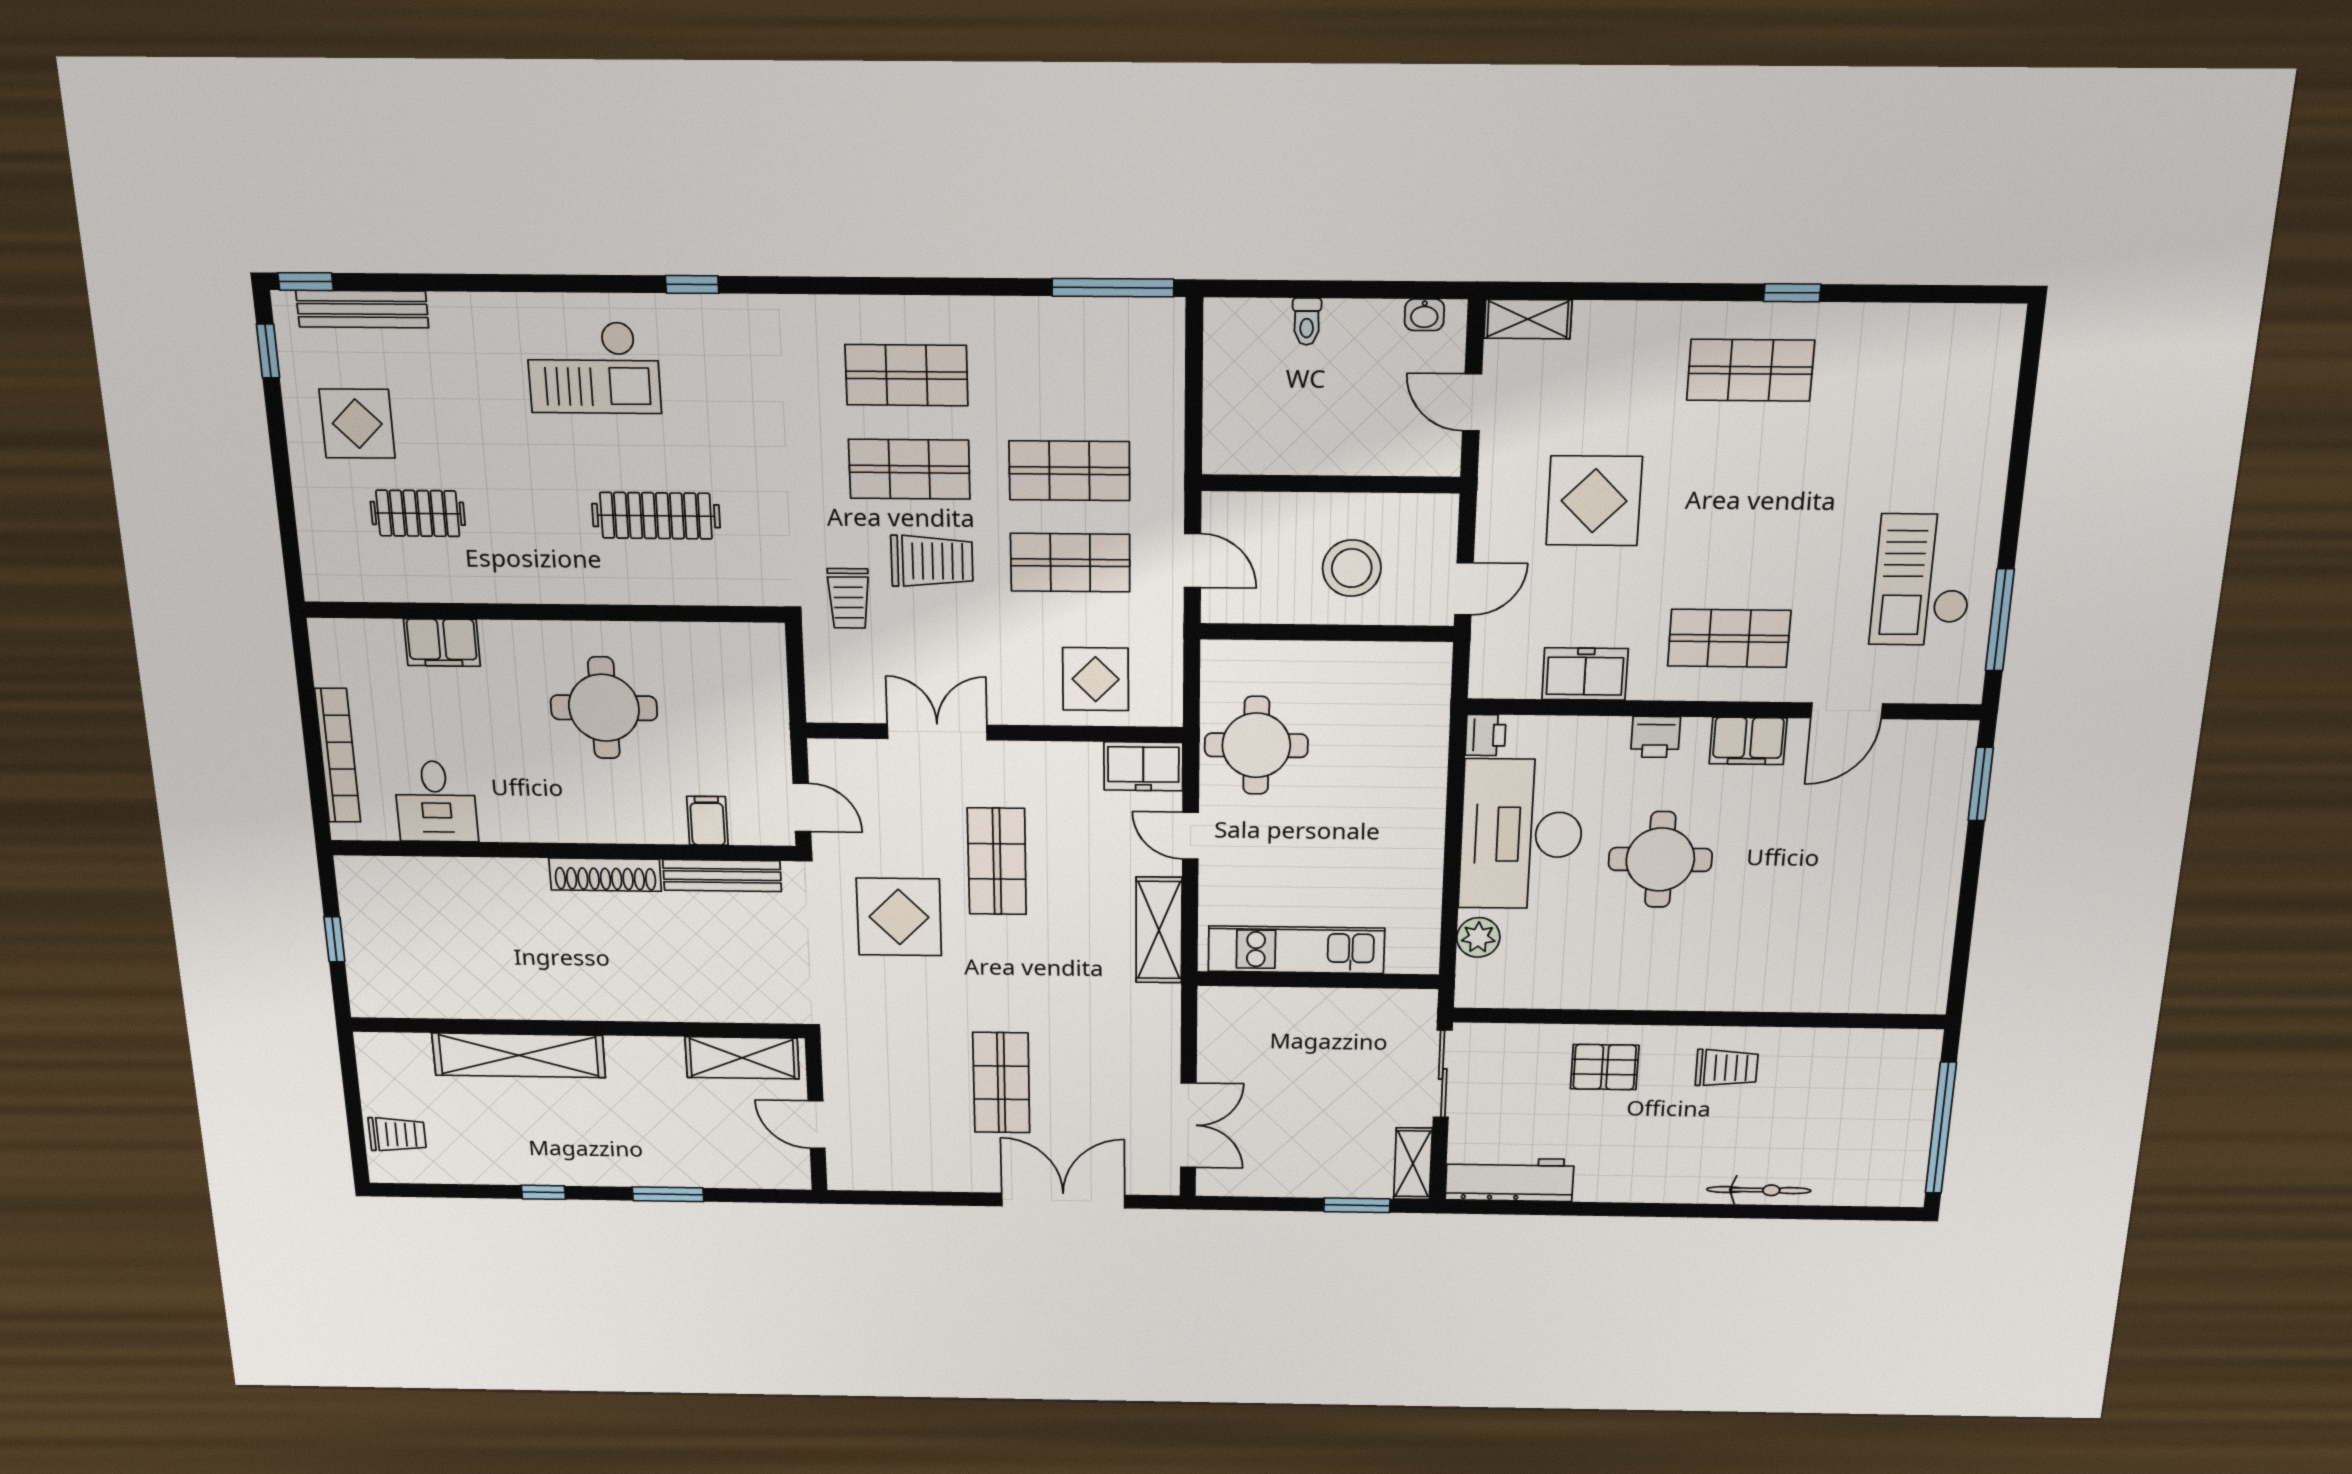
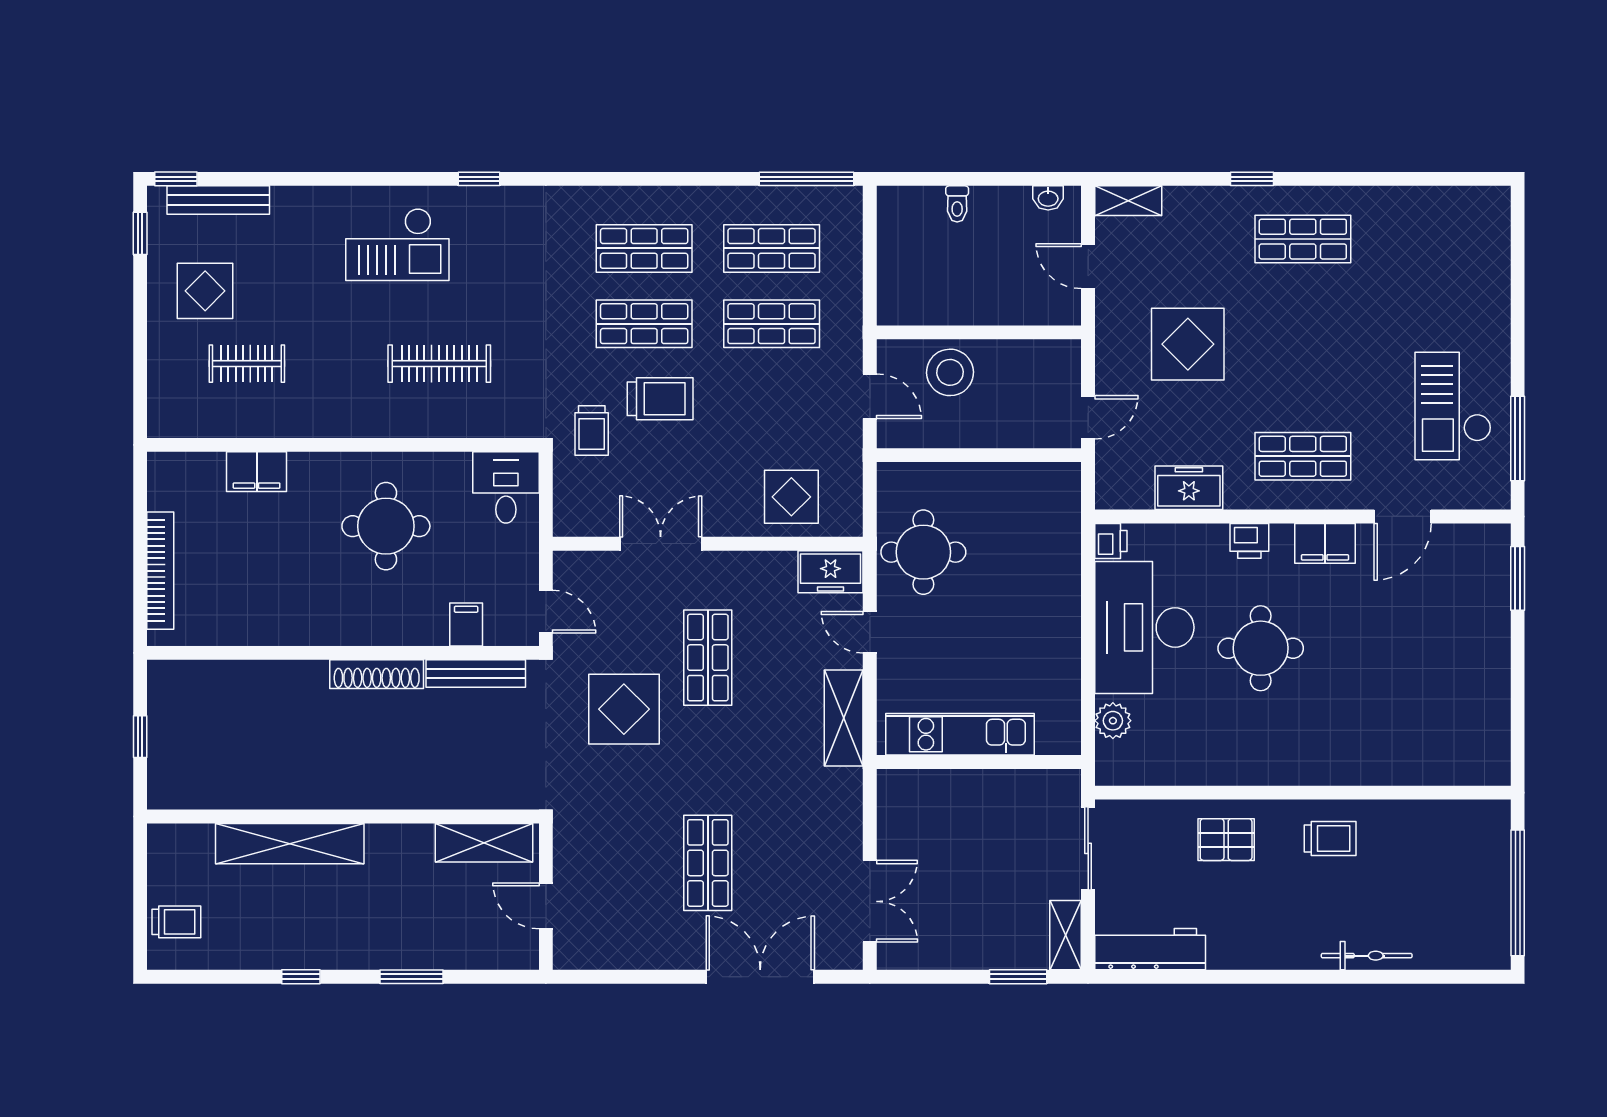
window: (1792, 293) -> (1252, 179), moved
shop shelf: (1070, 563) -> (772, 248), moved
stool: (1352, 568) -> (950, 372), moved
desk: (436, 802) -> (506, 487), moved, turned 180

